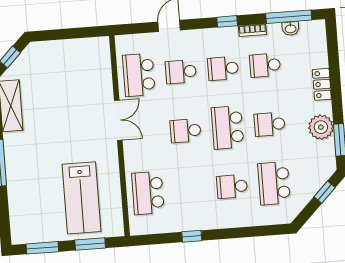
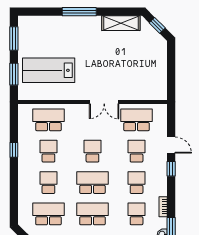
window: (227, 21) -> (171, 169), moved
school desk: (270, 124) -> (92, 214), width x1.85
school desk: (190, 190) -> (48, 151), added

